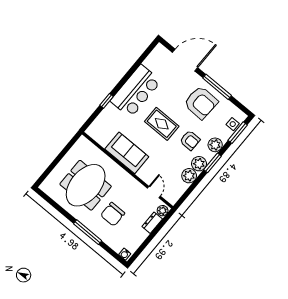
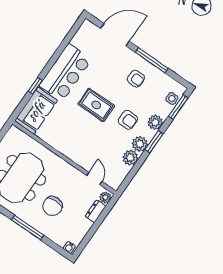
armchair: (201, 103) -> (136, 79), width x0.53, depth x0.53
sofa: (127, 153) -> (36, 111), moved, turned 90

